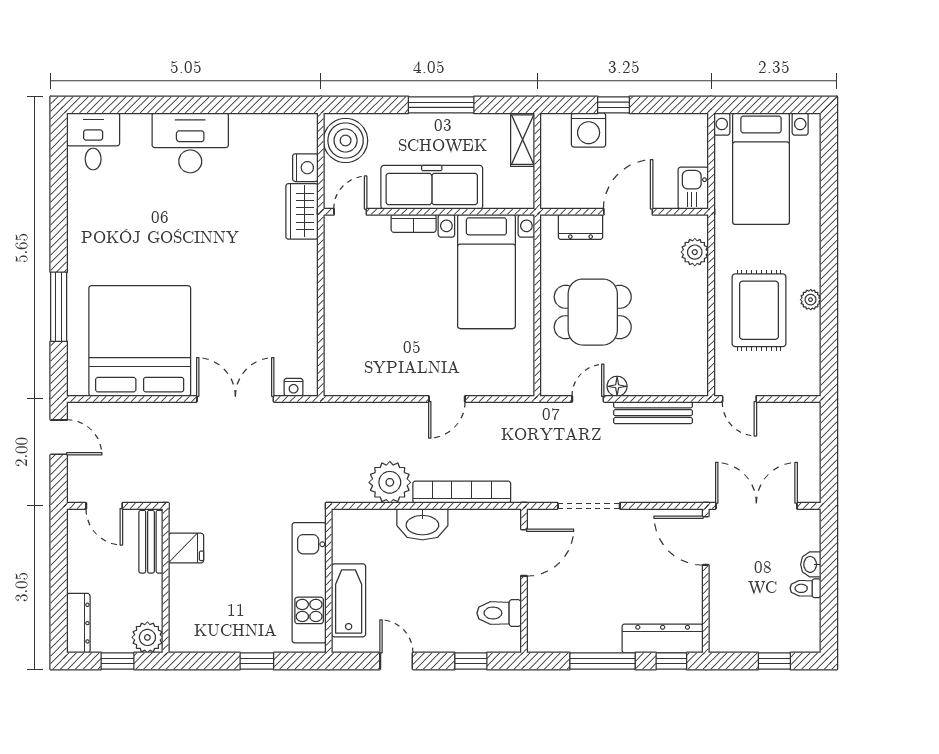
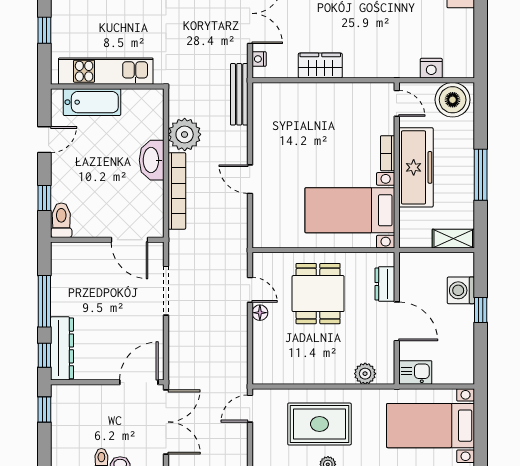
wardrobe: (302, 211) -> (320, 66), moved
bench: (653, 413) -> (239, 94), moved
toilet: (499, 613) -> (61, 220), moved
window: (774, 661) -> (44, 410), moved

